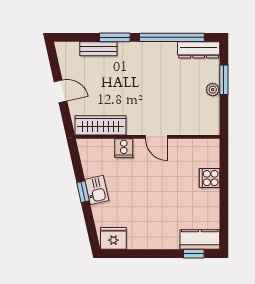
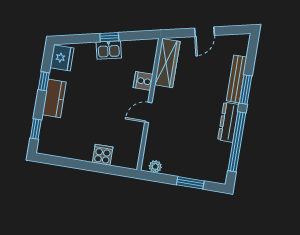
bench: (98, 49) -> (237, 79), width x1.36
dresser: (199, 50) -> (228, 122), moved
plant: (213, 90) -> (155, 167), moved
kitchen counter: (200, 239) -> (54, 98), moved
window: (142, 254) -> (44, 81), added

